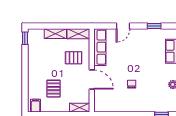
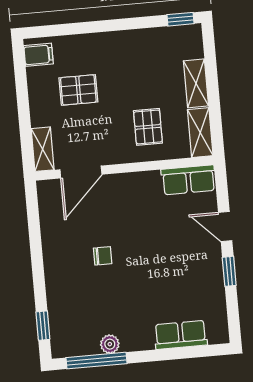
window: (154, 26) -> (229, 271), moved
row of seats: (100, 47) -> (188, 180), width x0.68
door: (92, 80) -> (81, 172), moved

